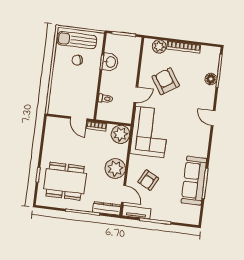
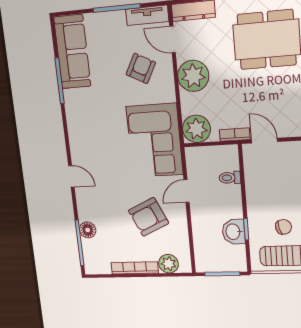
armchair: (166, 81) -> (148, 217), turned 98
sofa: (194, 181) -> (72, 52), moved

